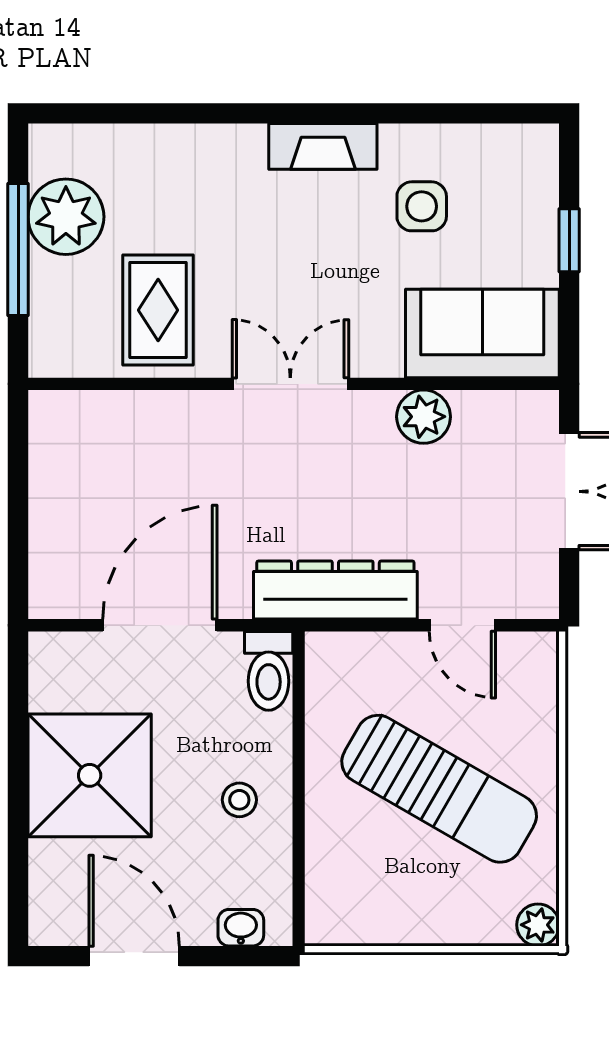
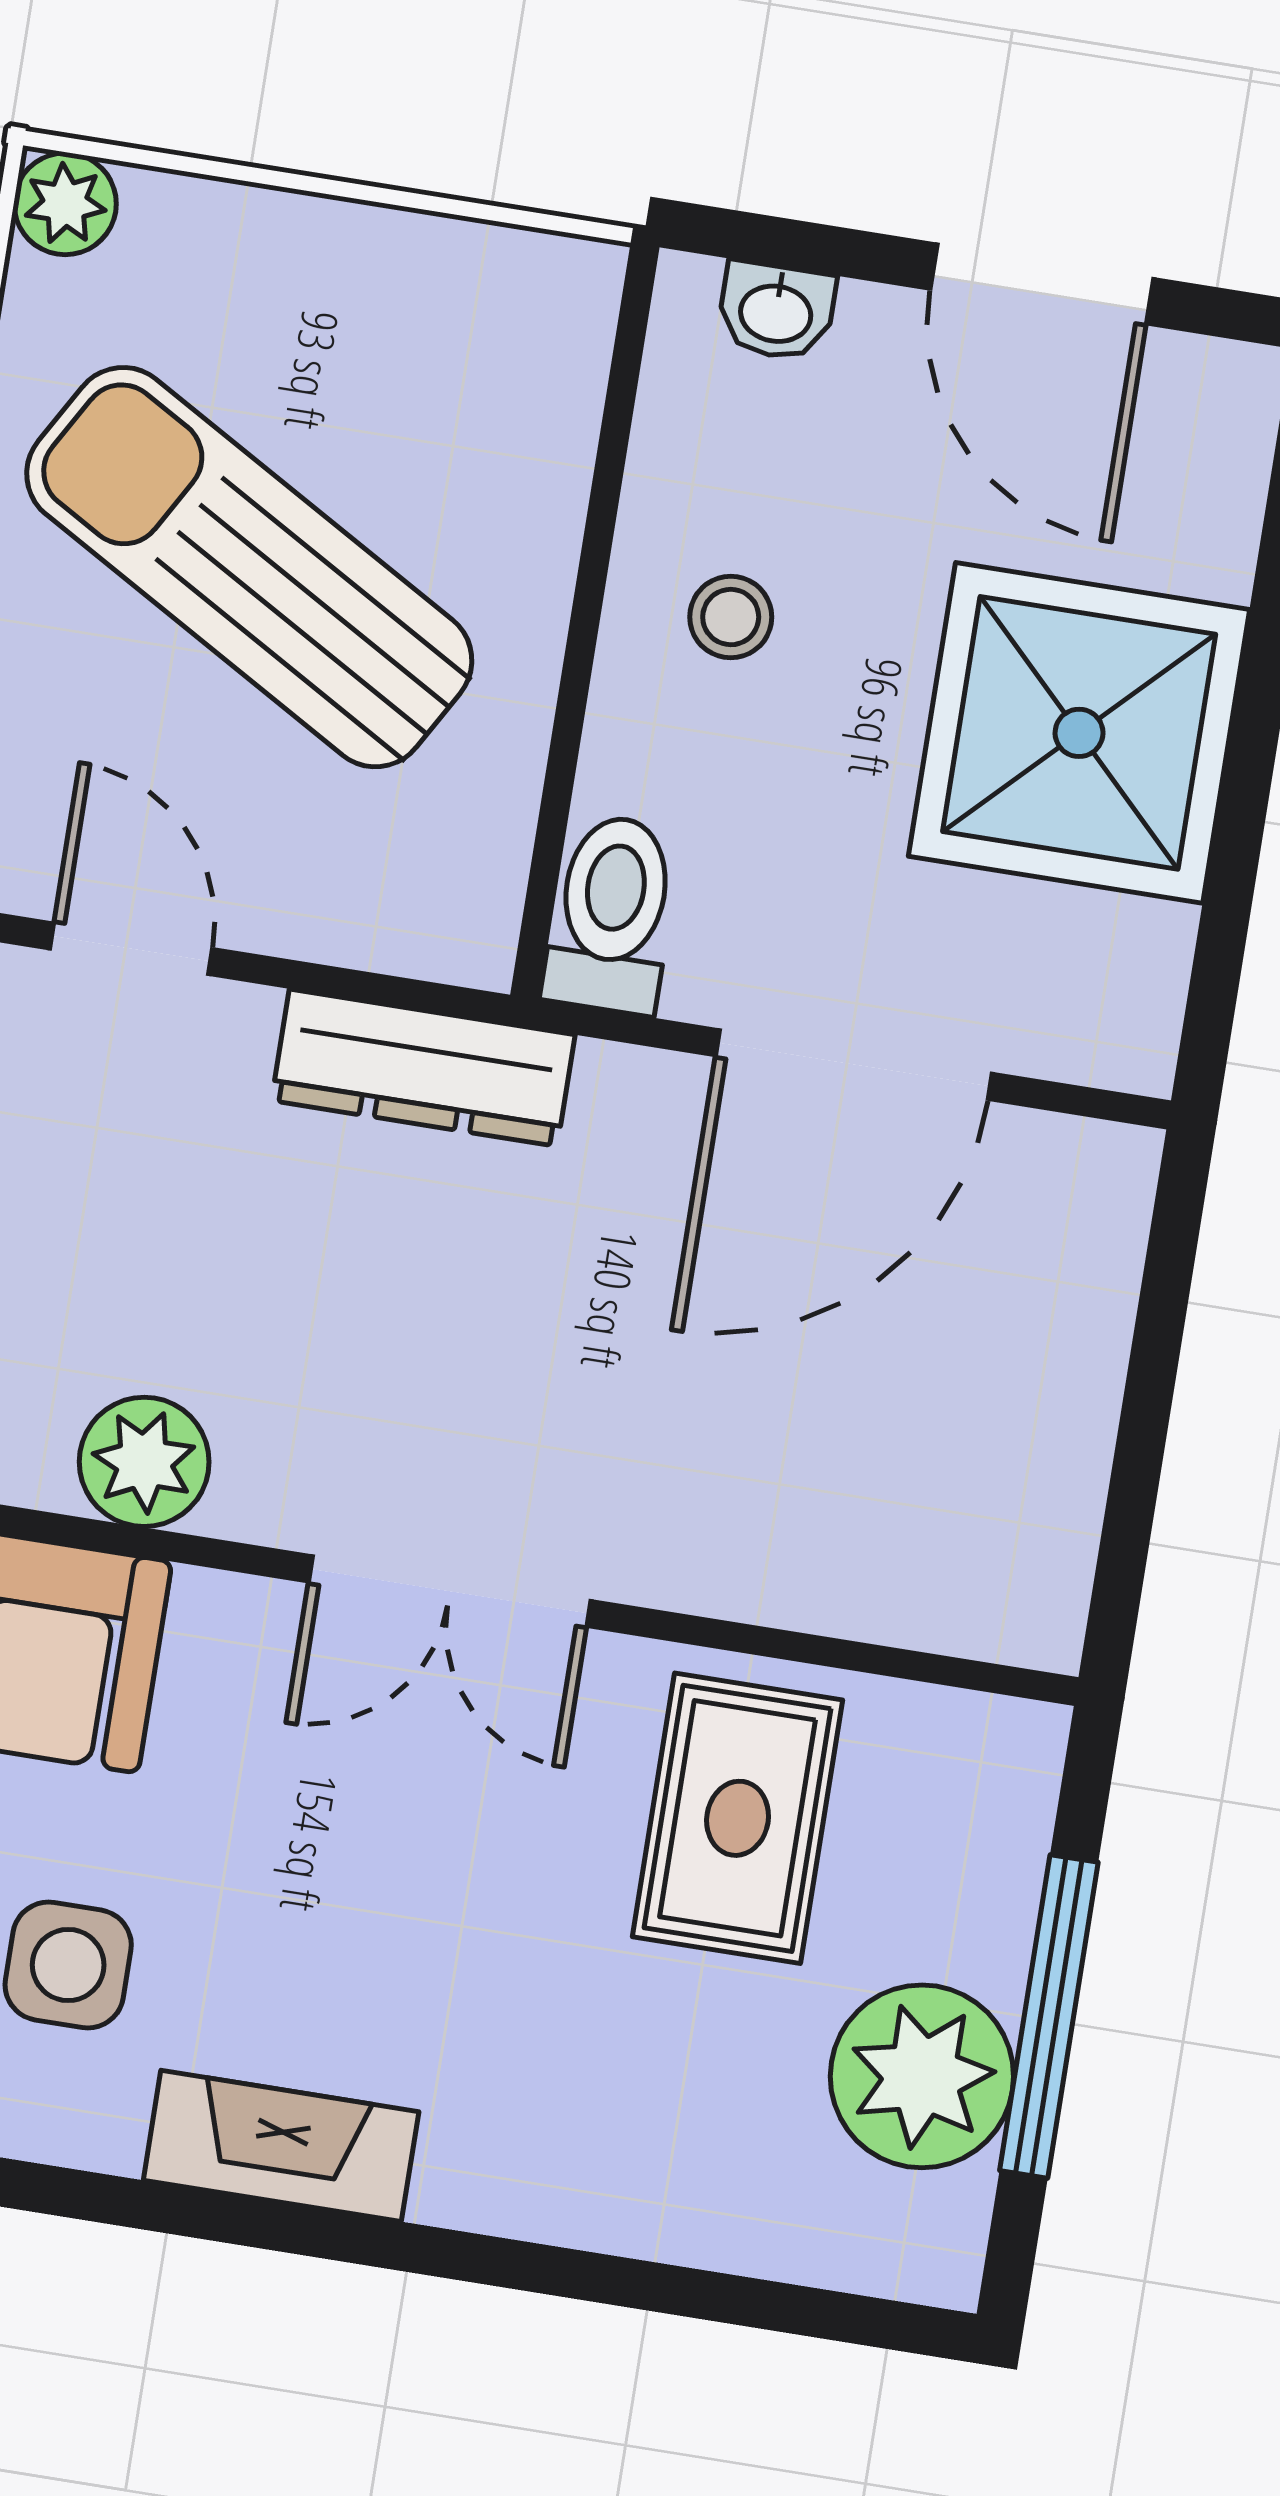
dresser: (335, 590) -> (423, 1068), width x0.73, depth x0.80

